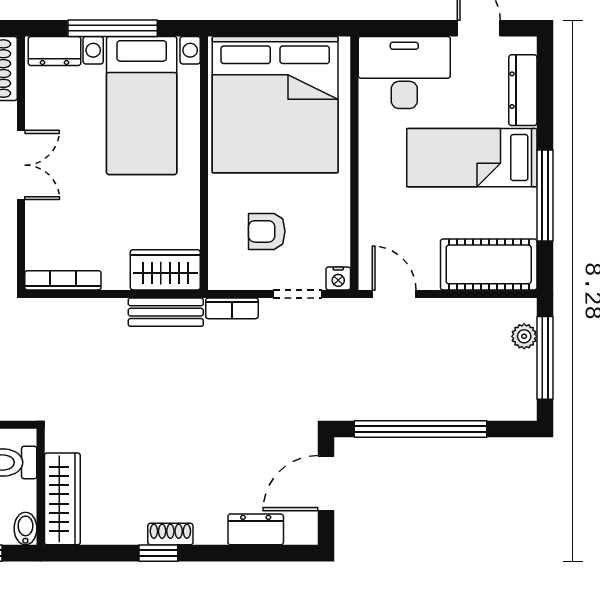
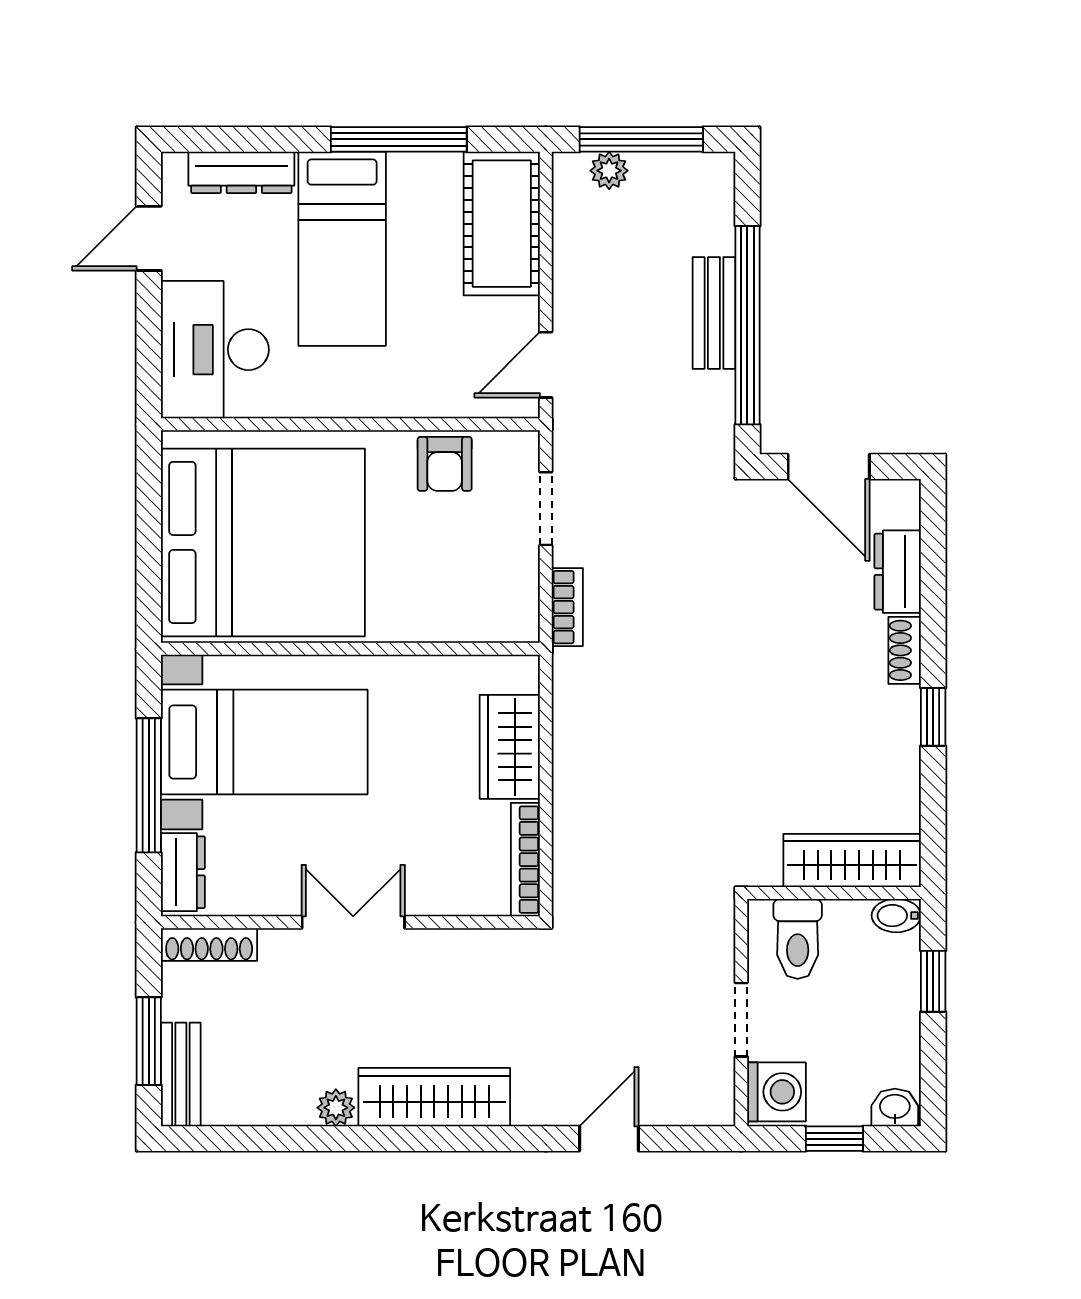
armchair: (267, 231) -> (445, 464), moved
wardrobe: (165, 270) -> (510, 747), moved
nightstand: (338, 278) -> (523, 448), removed
bench: (166, 312) -> (714, 313), moved
shoe rack: (170, 534) -> (905, 650), moved

